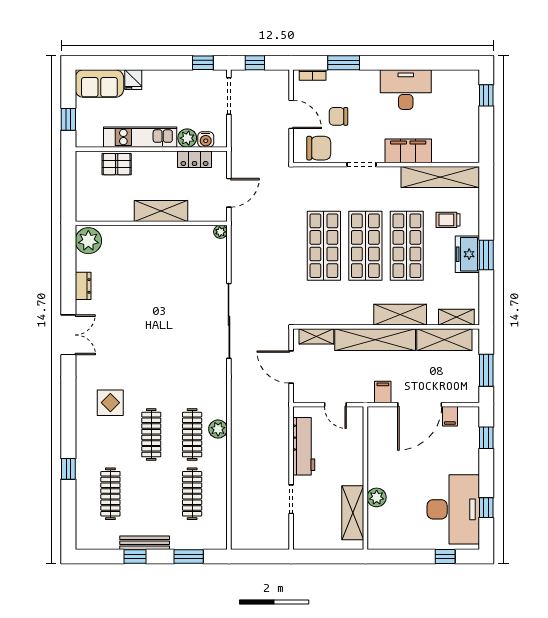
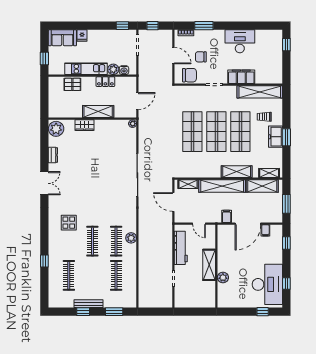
locker: (194, 159) -> (105, 82), moved
wardrobe: (137, 234) -> (84, 125), added
shelving: (353, 513) -> (209, 265), moved

